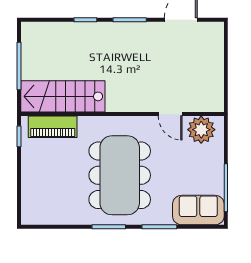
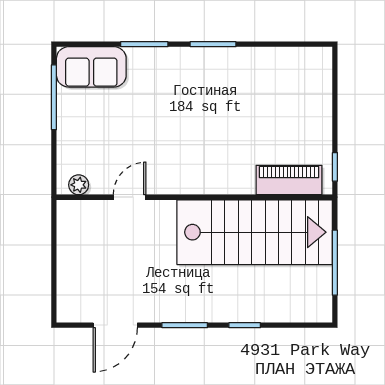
stairs: (63, 96) -> (255, 232), width x1.36, depth x1.51
door: (170, 114) -> (130, 197), hinge flipped
plant: (201, 130) -> (79, 185), width x0.53, depth x0.53
dining table: (120, 175) -> (198, 114), removed

